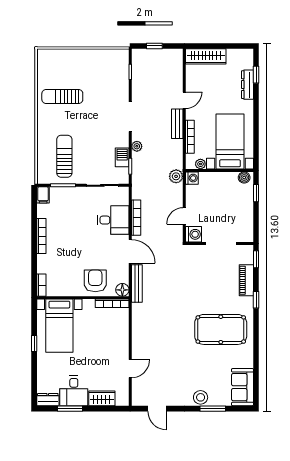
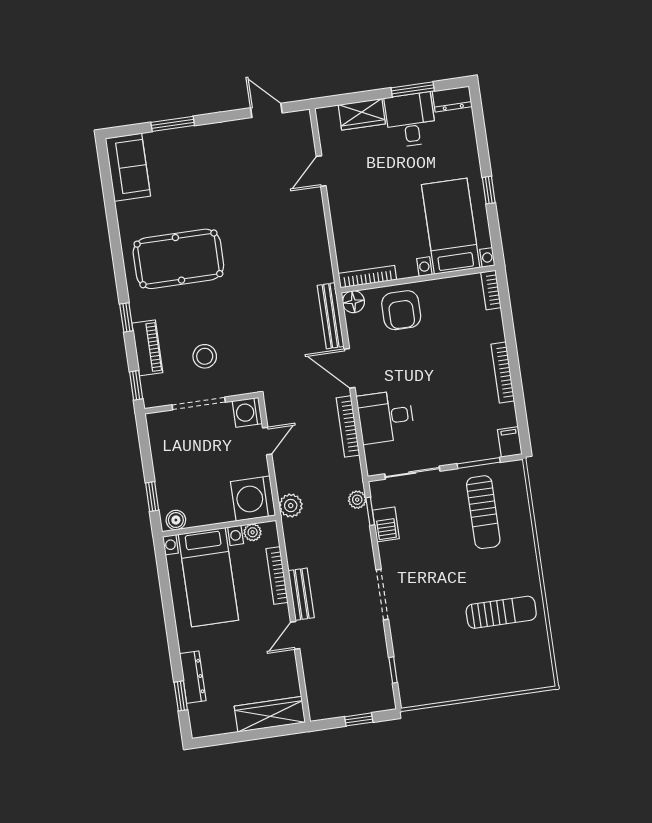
plant: (137, 146) -> (357, 500), moved
washing machine: (192, 178) -> (253, 499), width x1.89, depth x1.89
stool: (201, 397) -> (205, 356), moved

